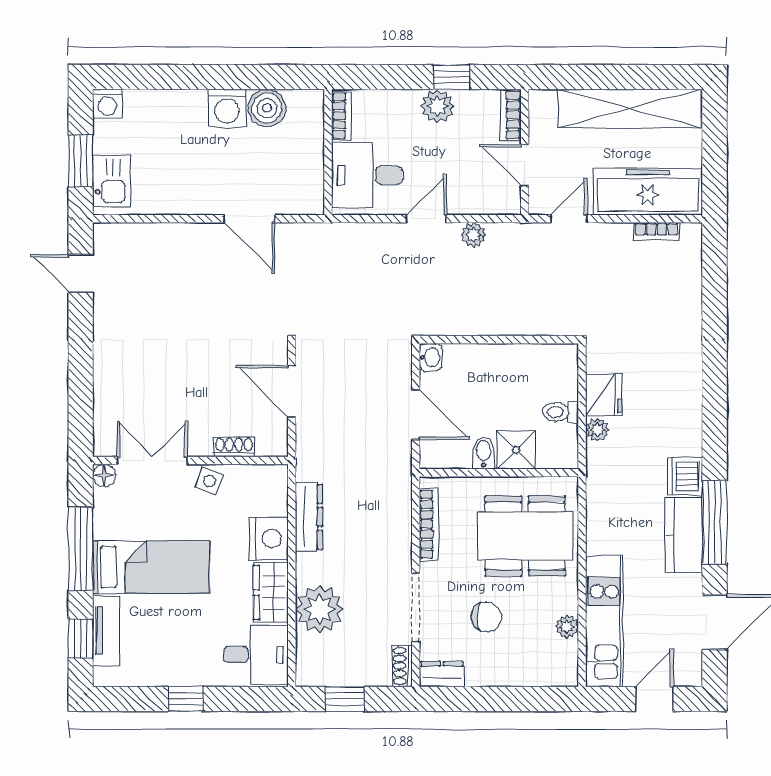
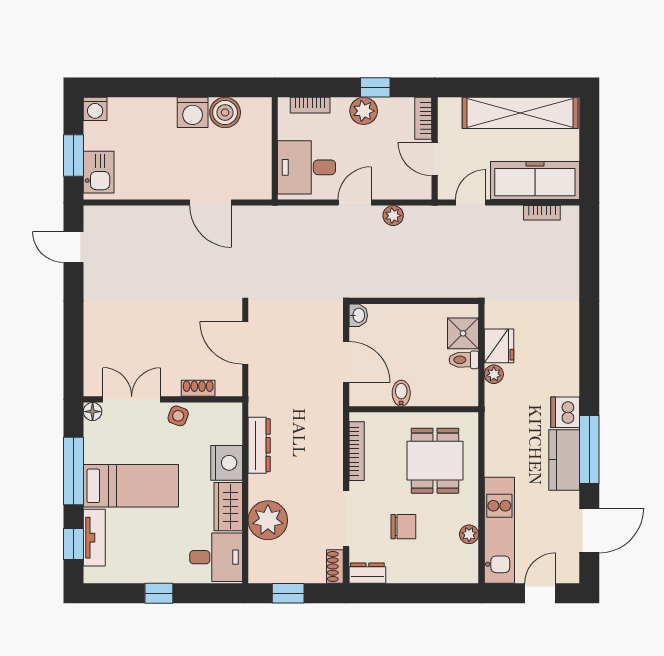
bookcase: (341, 116) -> (310, 105), moved, turned 90
shower: (516, 450) -> (463, 333), moved
dining table: (525, 536) -> (435, 461), width x0.73

